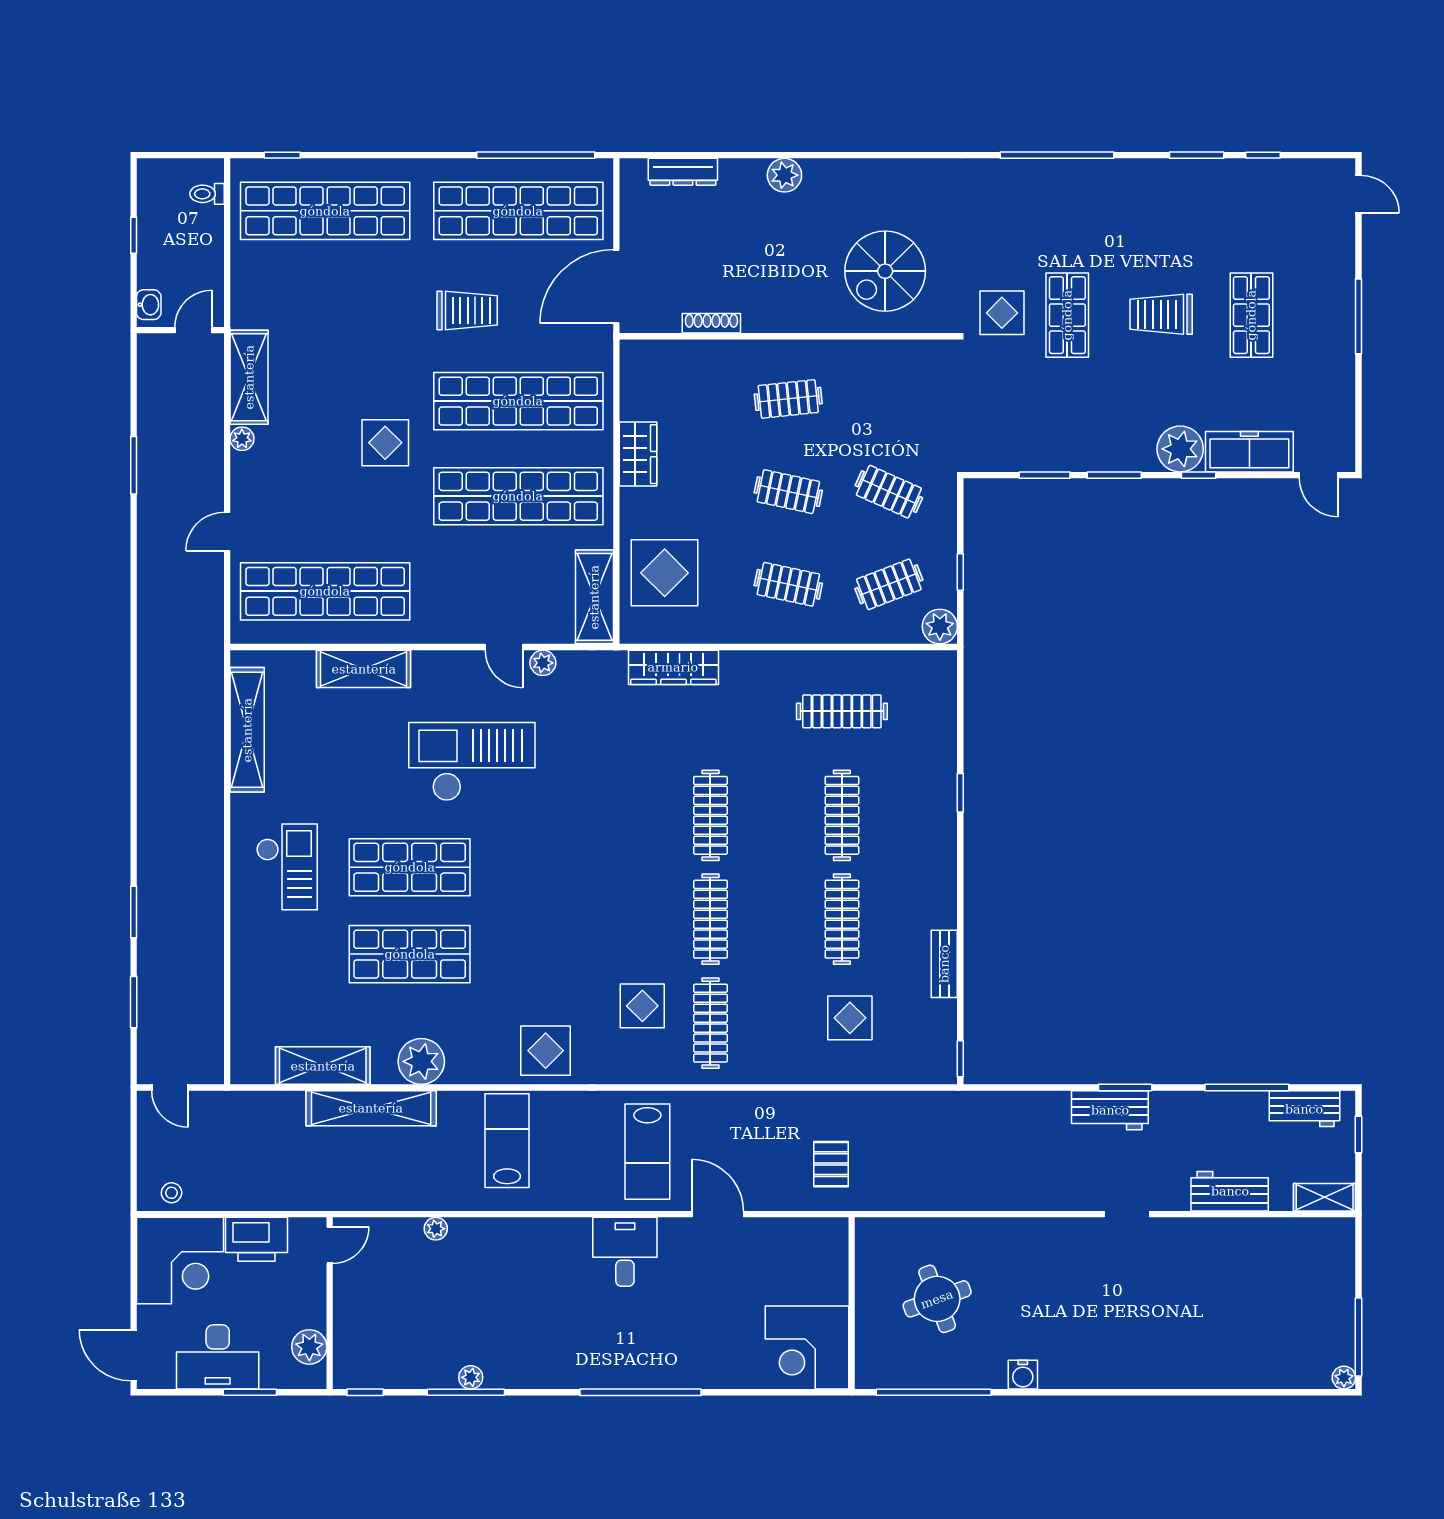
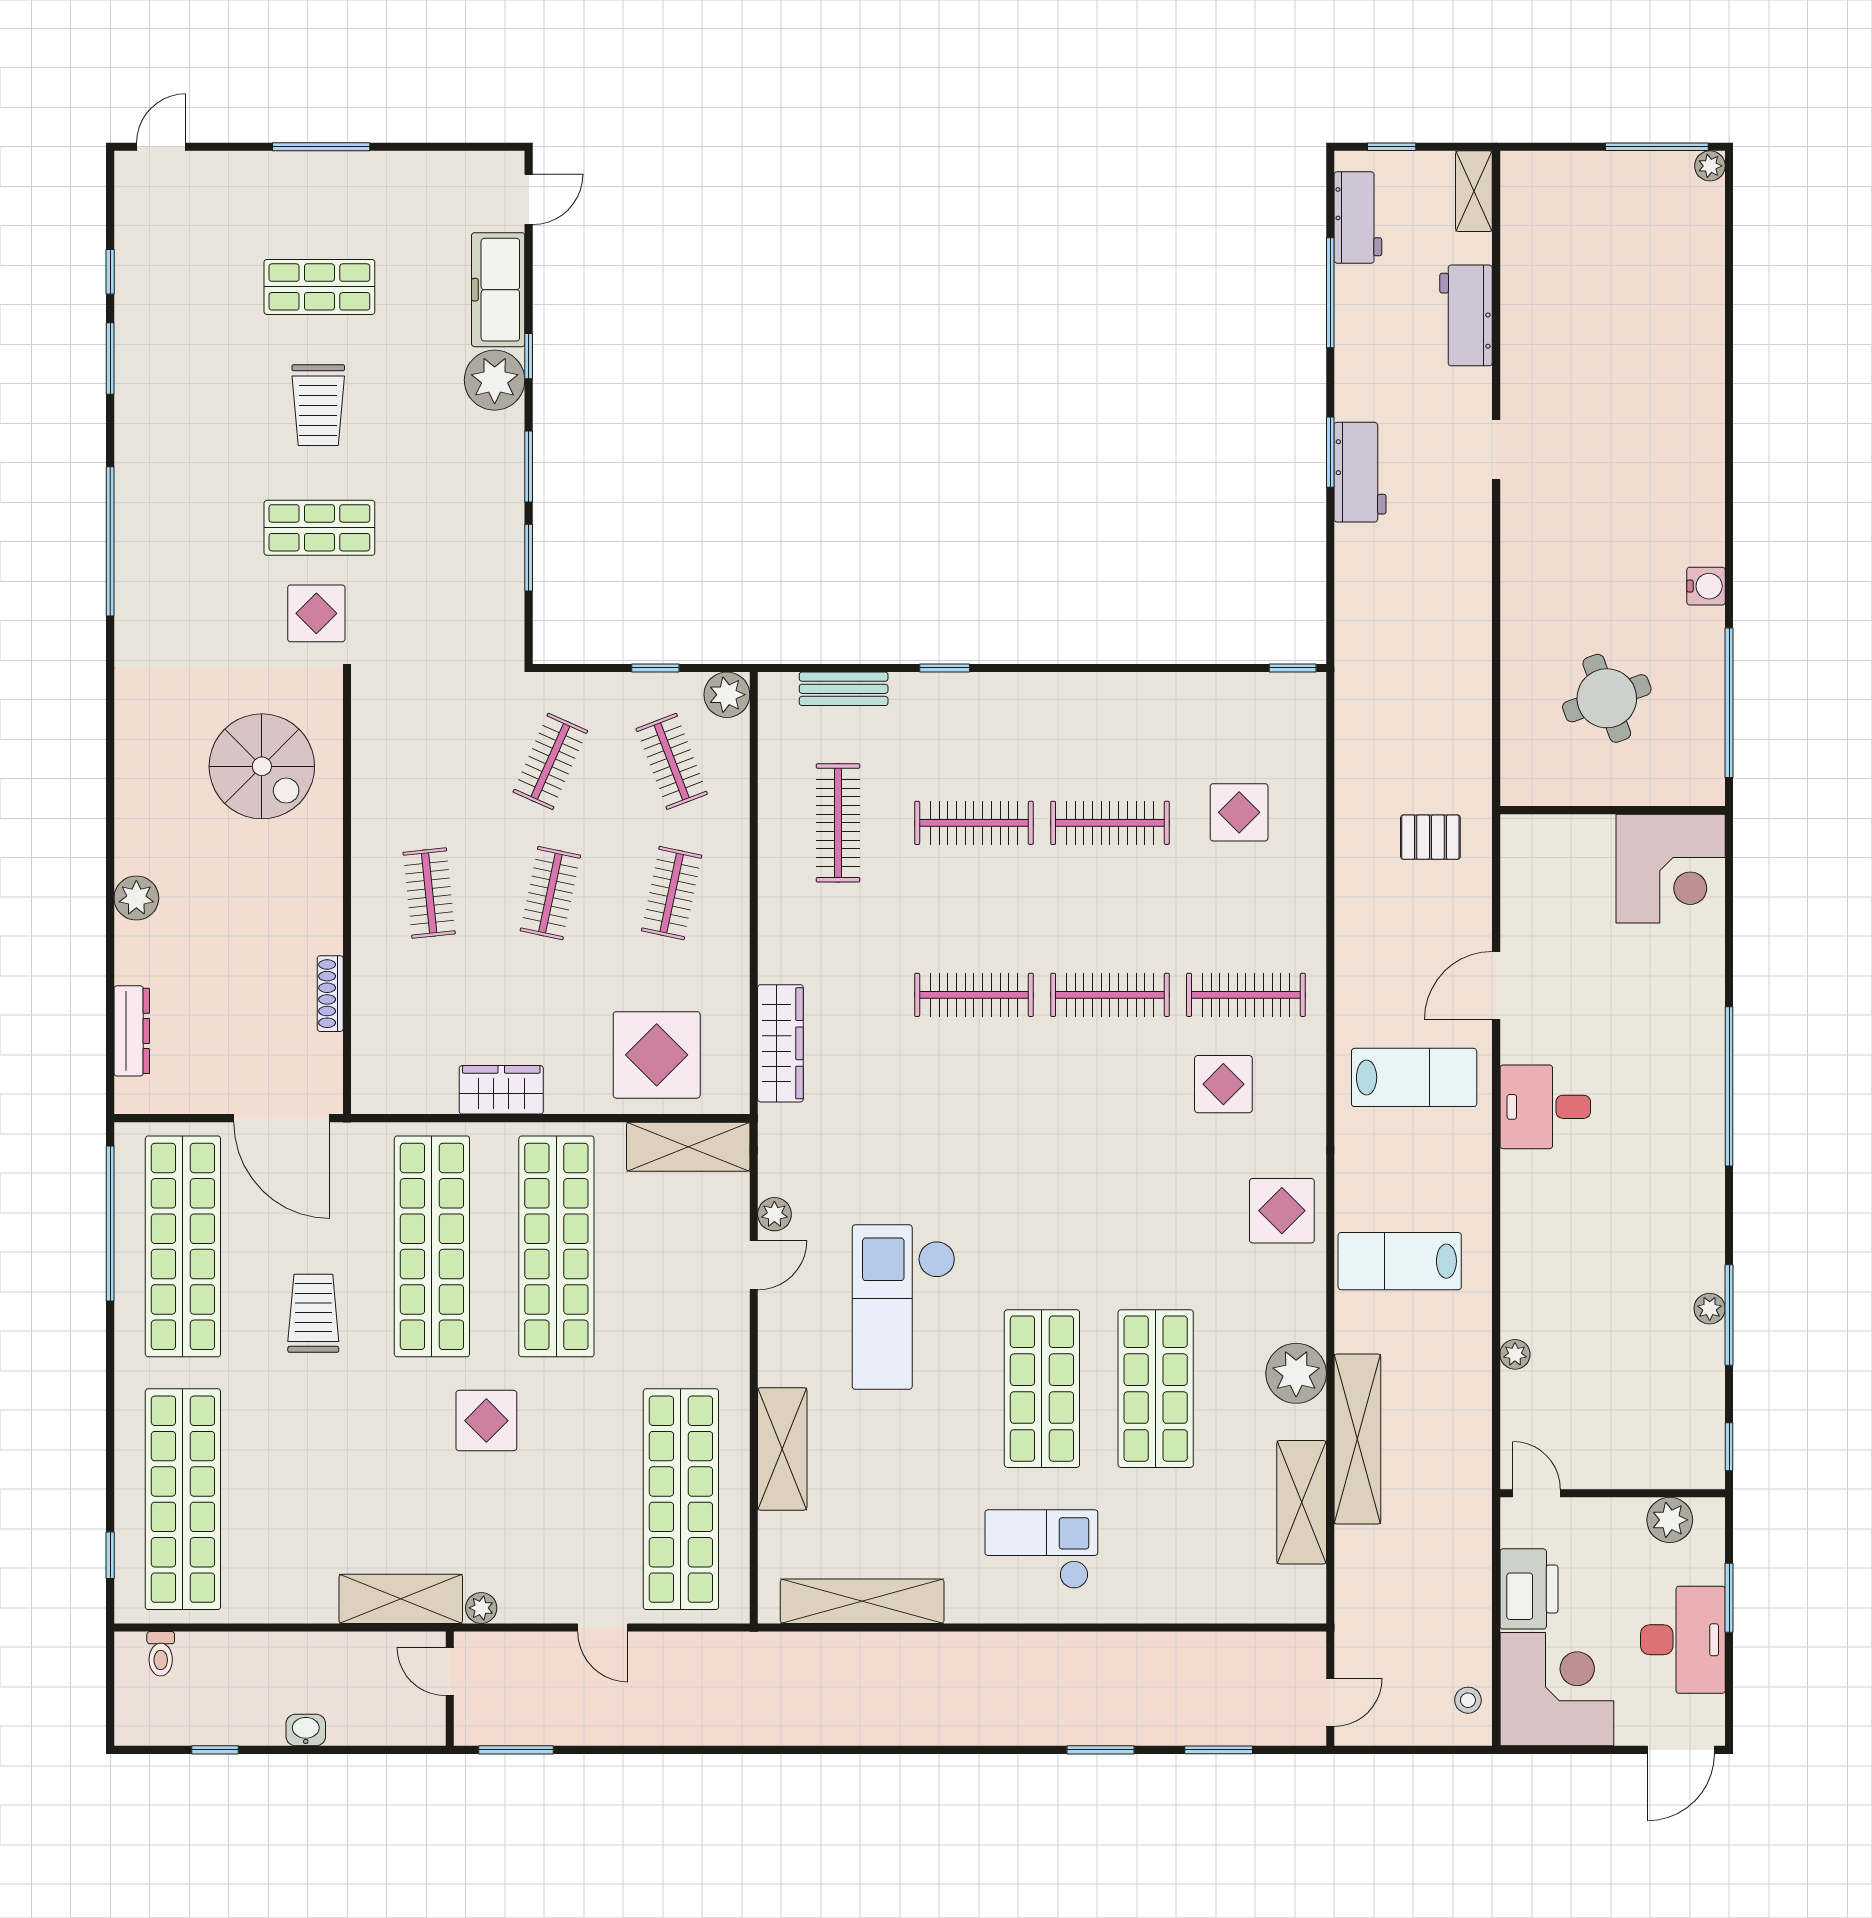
wall: (180, 330) -> (450, 1689), moved
door: (193, 330) -> (450, 1672), moved
bench: (944, 964) -> (844, 689), moved

